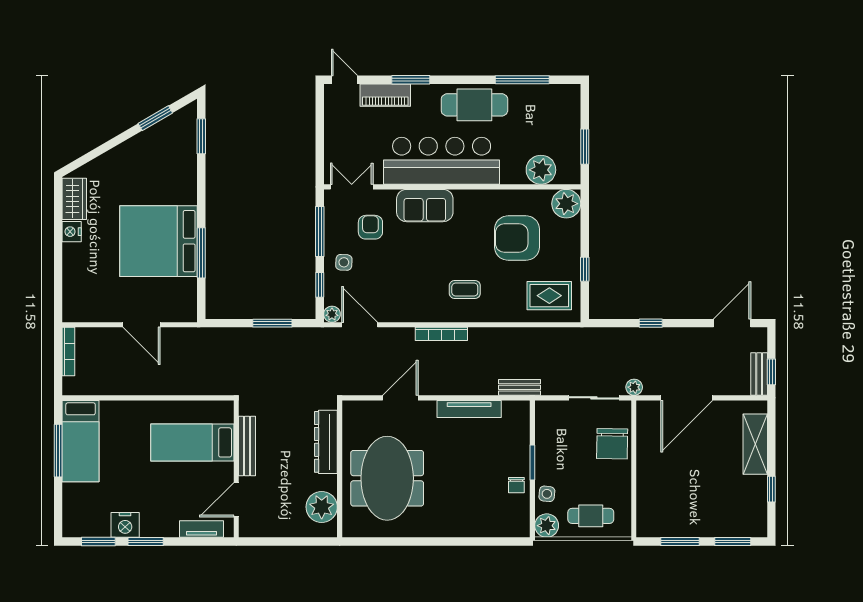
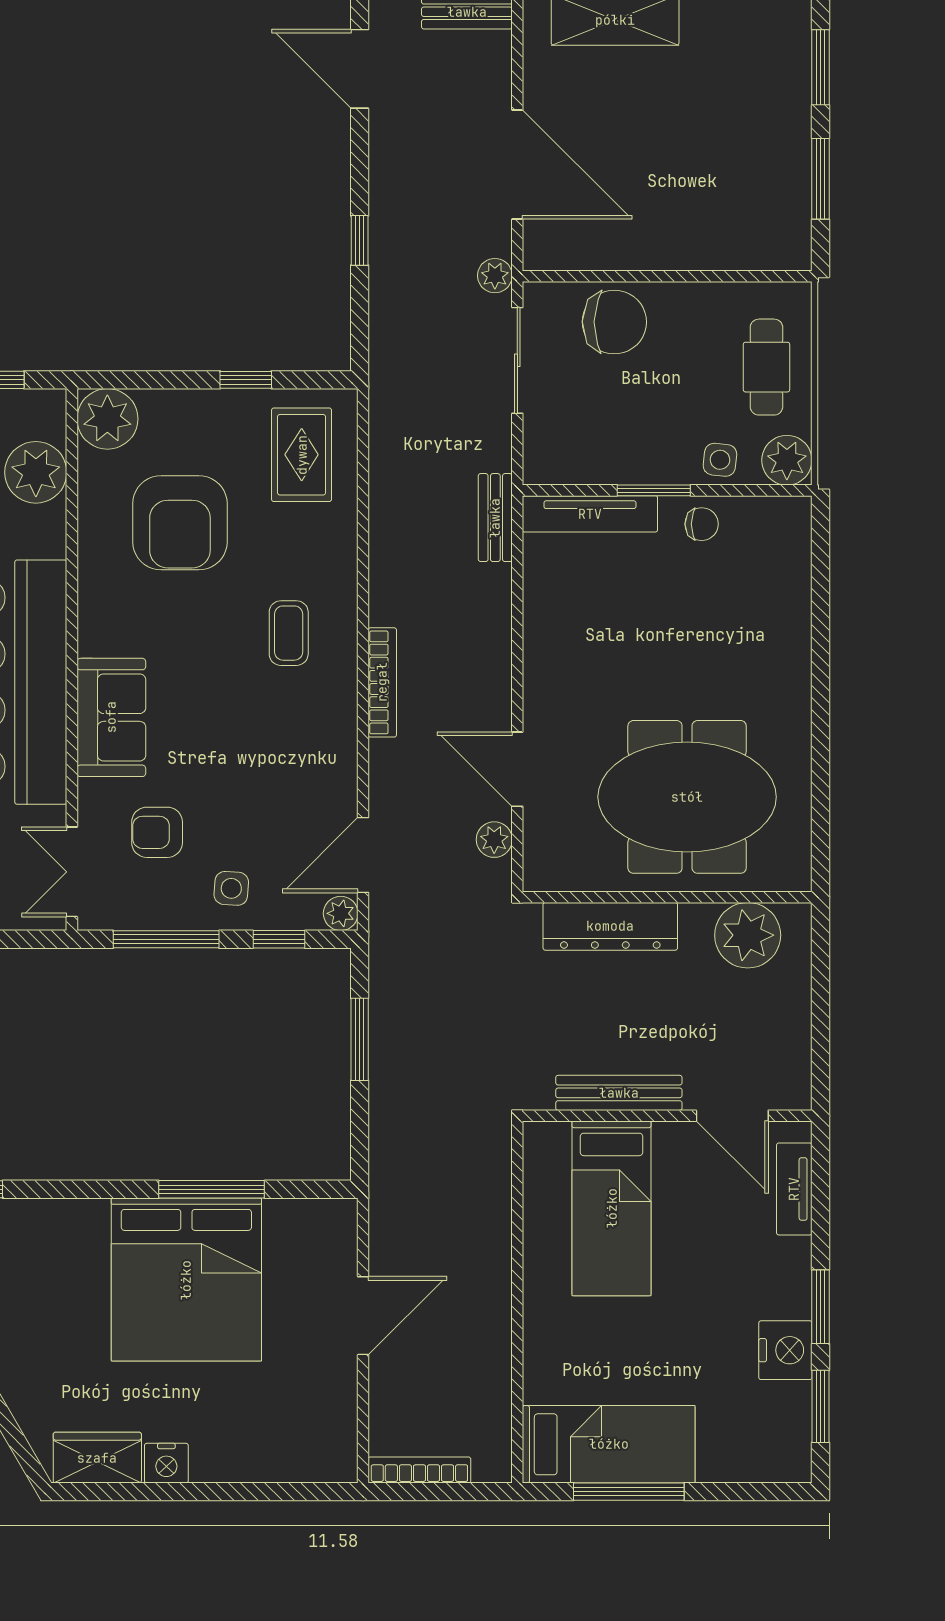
plant: (367, 387) -> (494, 840), added
tv unit: (469, 409) -> (590, 514), moved, turned 90

